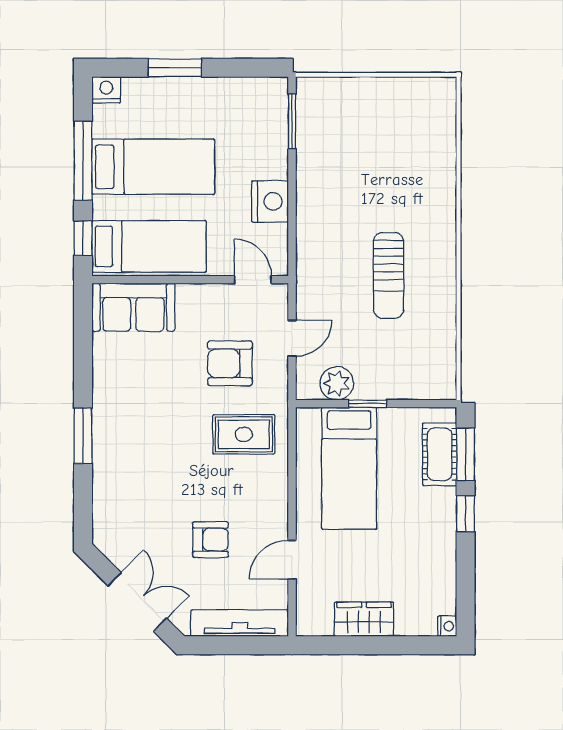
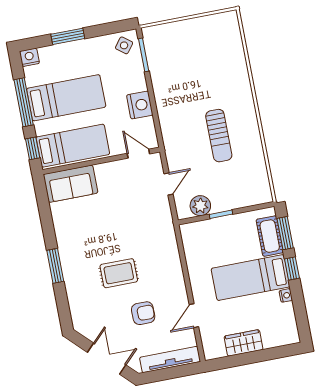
side table: (263, 100) -> (124, 45), added
armchair: (230, 363) -> (134, 206), removed
rug: (244, 434) -> (119, 273), moved
bed: (349, 468) -> (251, 278), moved, turned 90
nightstand: (447, 626) -> (286, 295), moved

